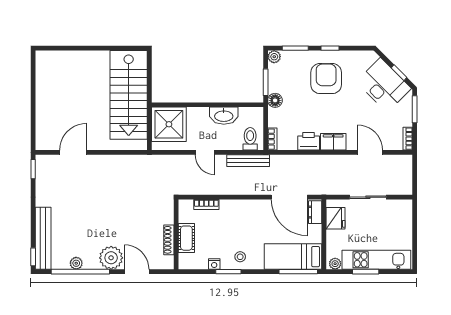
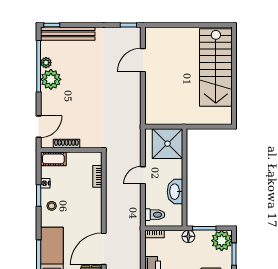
plant: (274, 57) -> (222, 241), width x1.88, depth x1.88
stairs: (129, 95) -> (216, 68), moved, turned -90
door: (73, 152) -> (143, 60), swing flipped
bench: (248, 161) -> (136, 213), removed
cot: (186, 238) -> (53, 159), moved
plant: (111, 258) -> (51, 79), moved
door: (137, 272) -> (39, 127), moved

